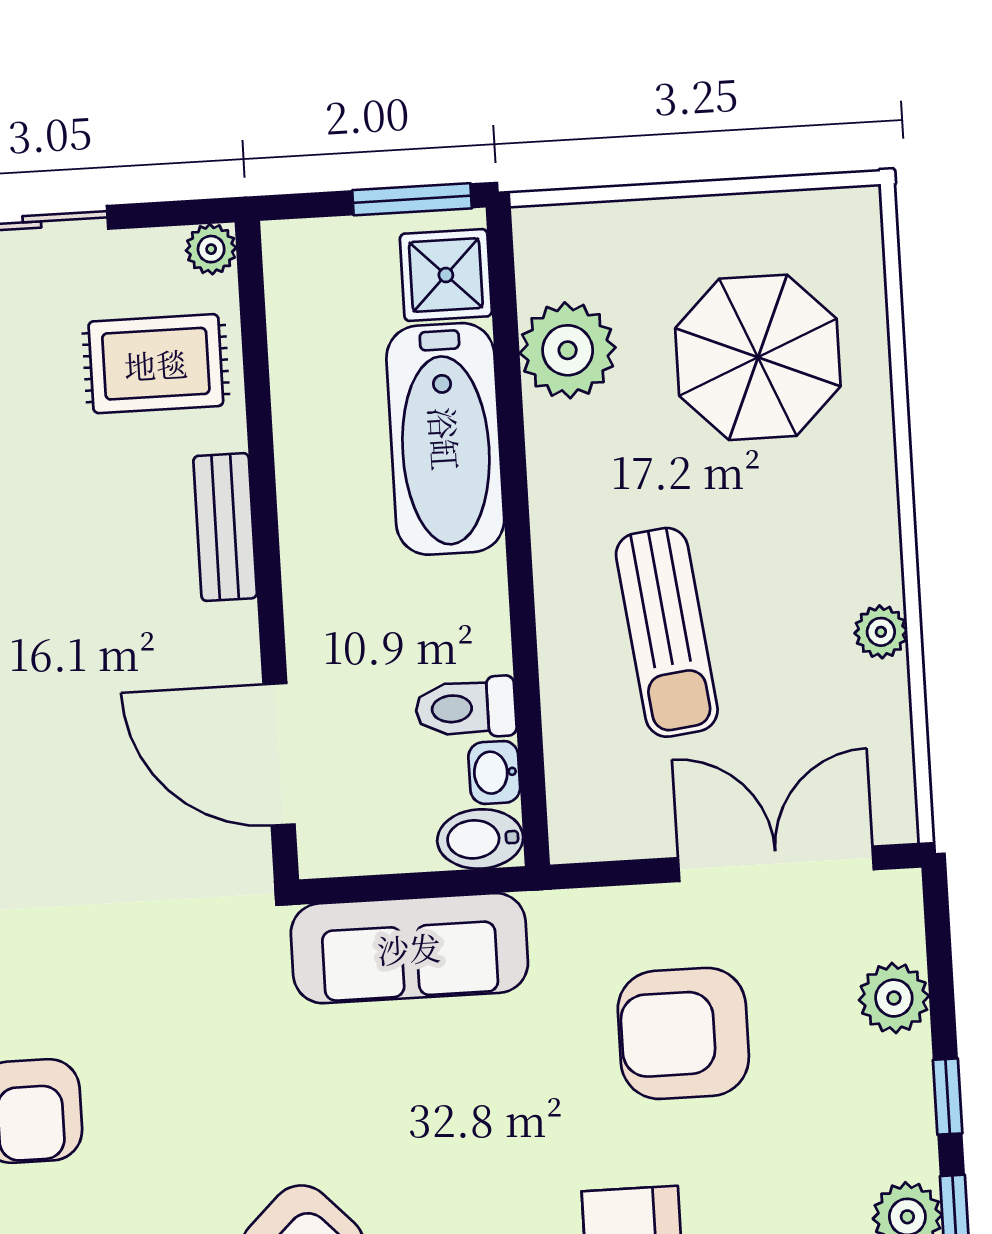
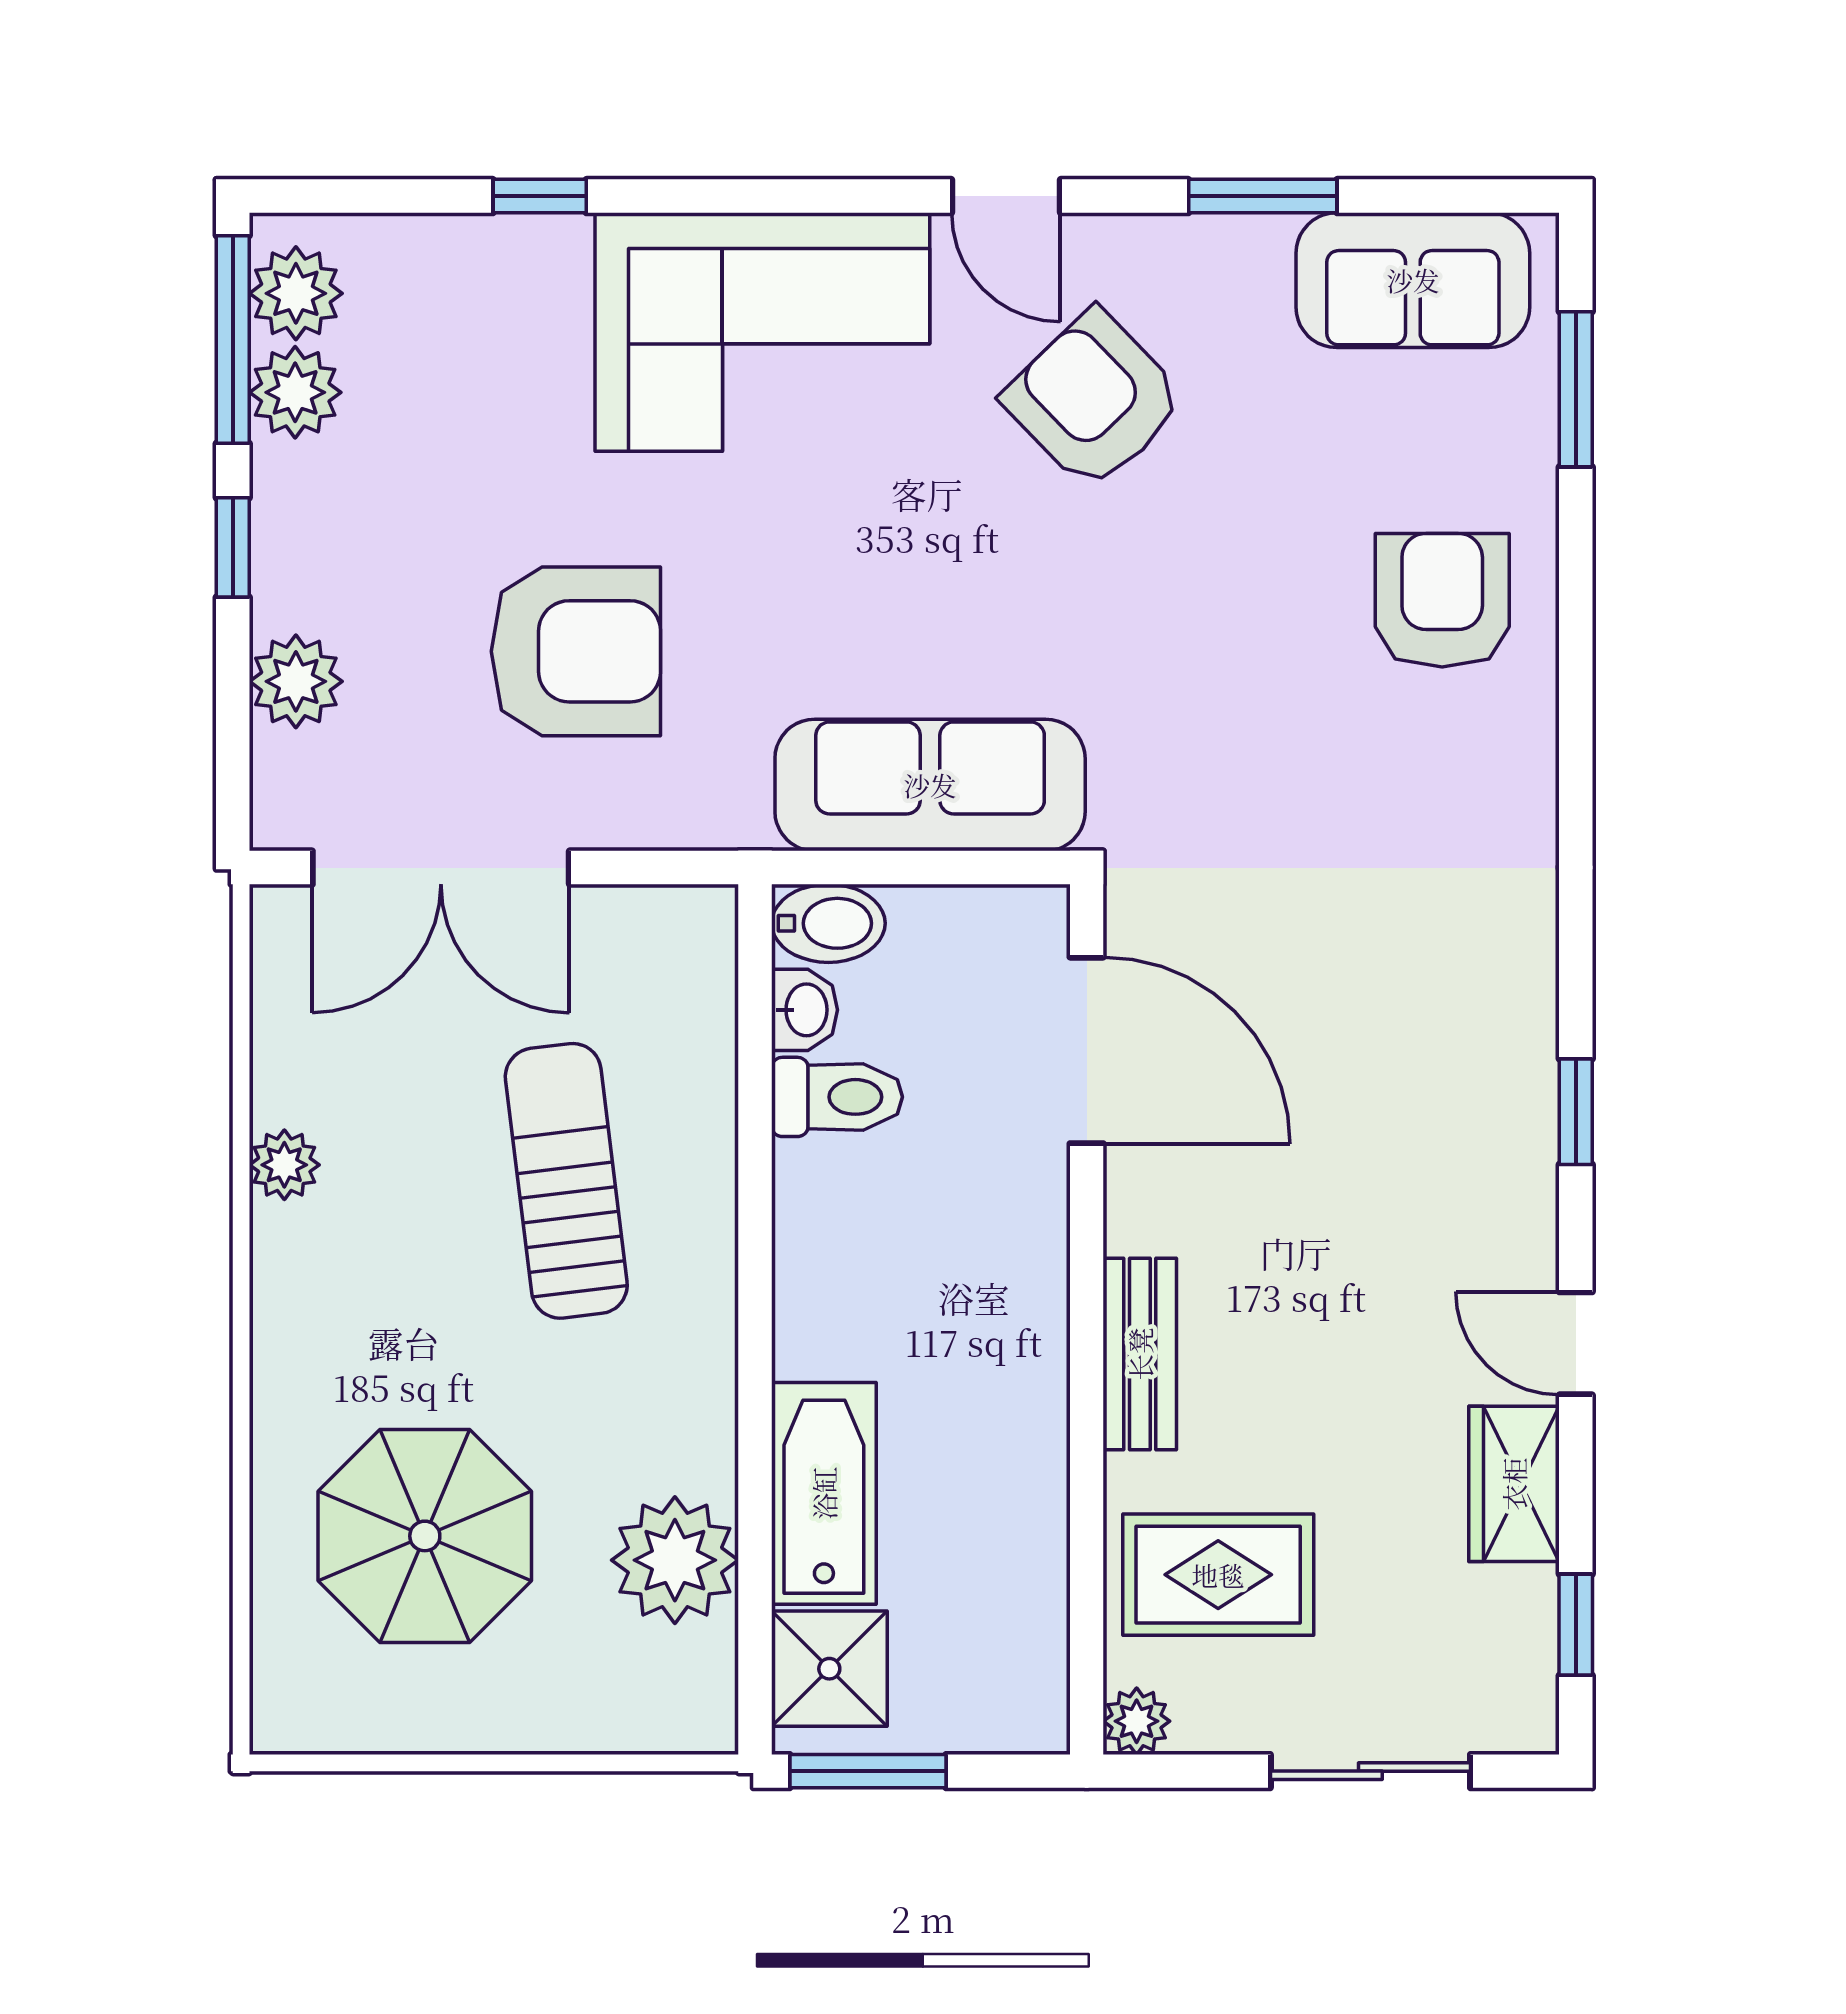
bathtub: (445, 439) -> (824, 1493), width x0.73, depth x0.73

